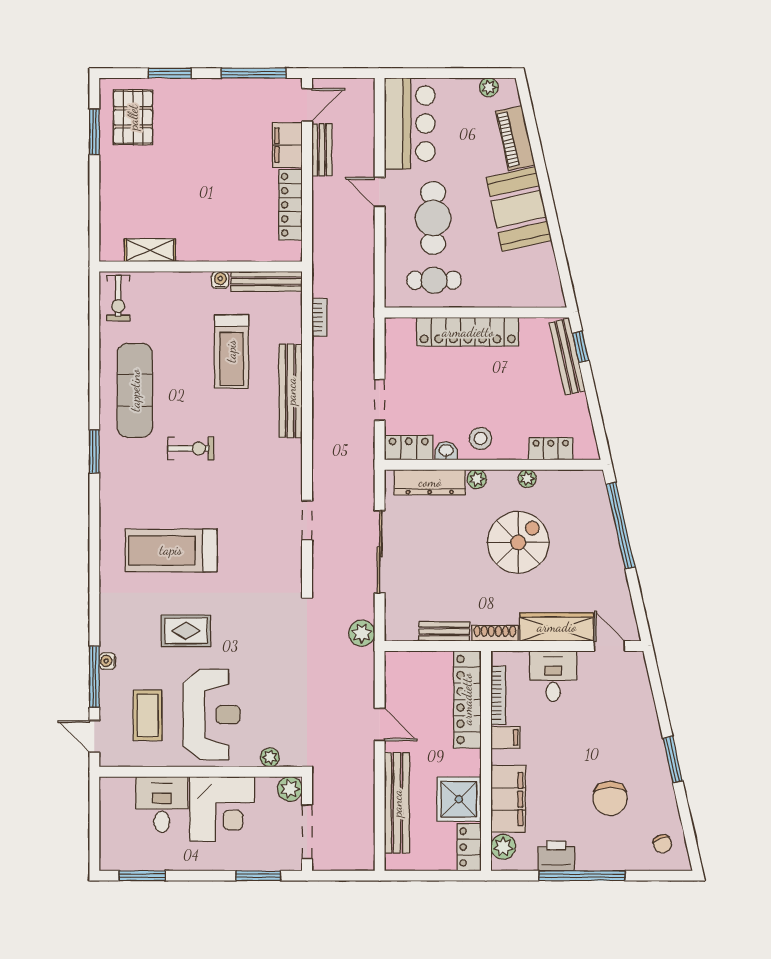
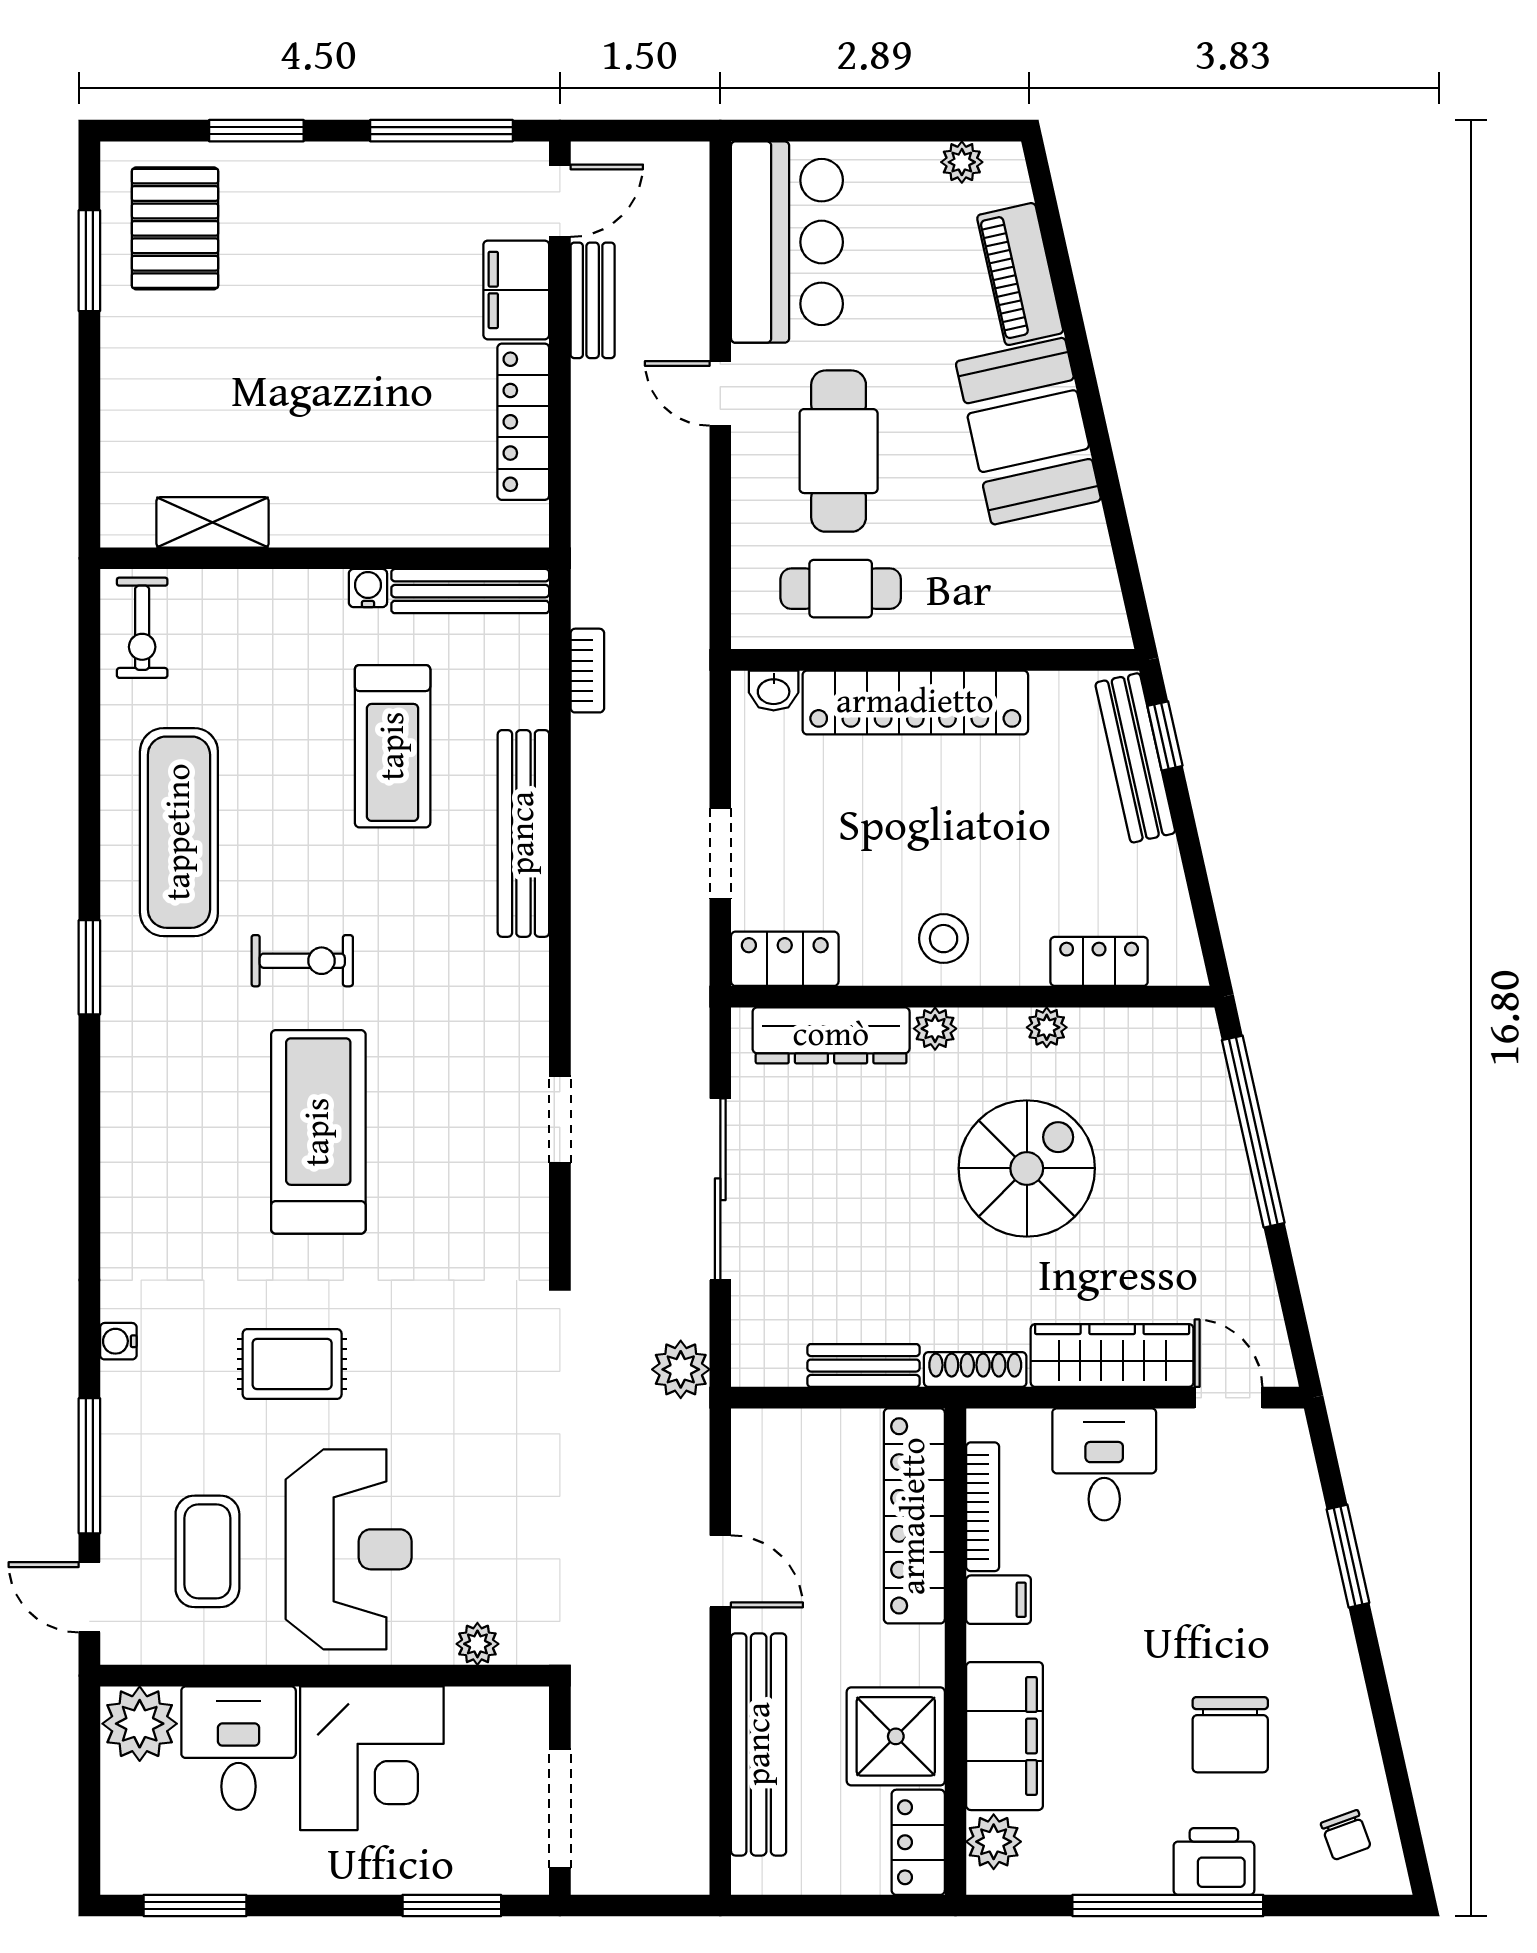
washbasin: (446, 451) -> (774, 691), moved, turned 180
treadmill: (171, 550) -> (318, 1132), moved, turned 90
water cooler: (107, 661) -> (118, 1341), moved
window: (673, 759) -> (1348, 1556), moved
plant: (290, 789) -> (140, 1724), moved, width x1.36, depth x1.36
printer: (556, 856) -> (1214, 1862), moved

